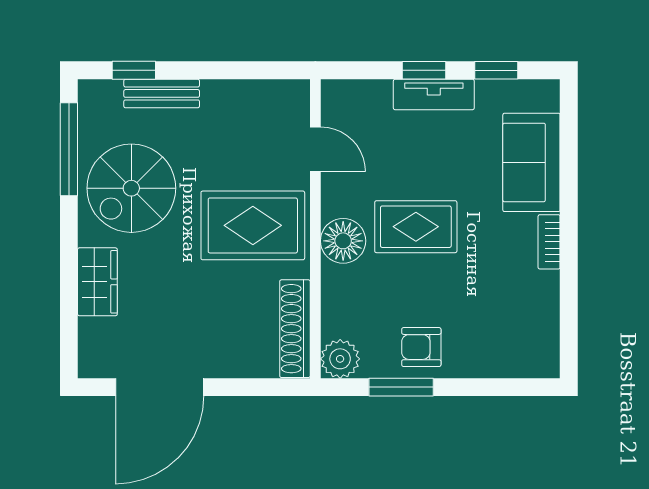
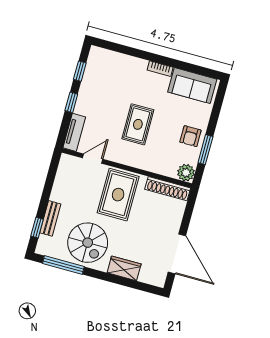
tv unit: (434, 94) -> (74, 132), moved
sofa: (531, 162) -> (192, 86), moved
floor lamp: (343, 241) -> (135, 157), removed

